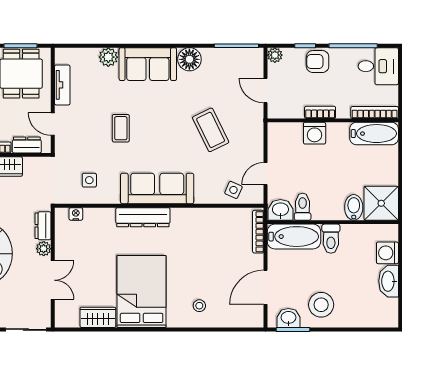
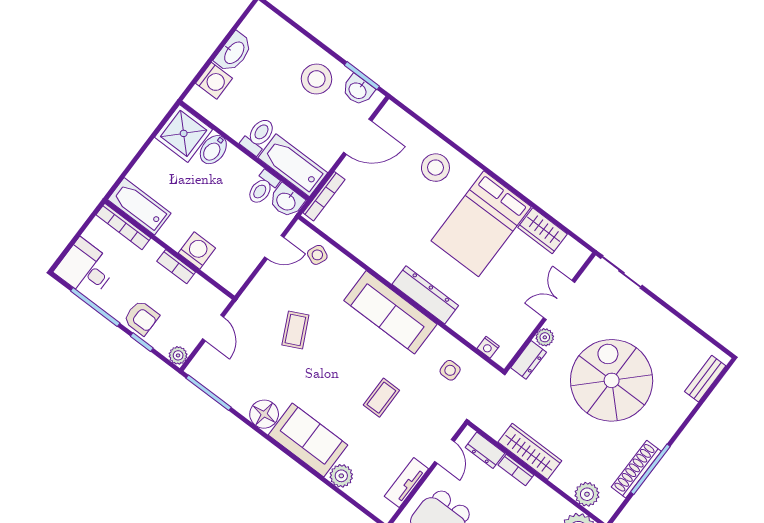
coffee table: (211, 130) -> (295, 330), width x0.73, depth x0.77
stool: (199, 306) -> (435, 168), width x1.89, depth x1.89

